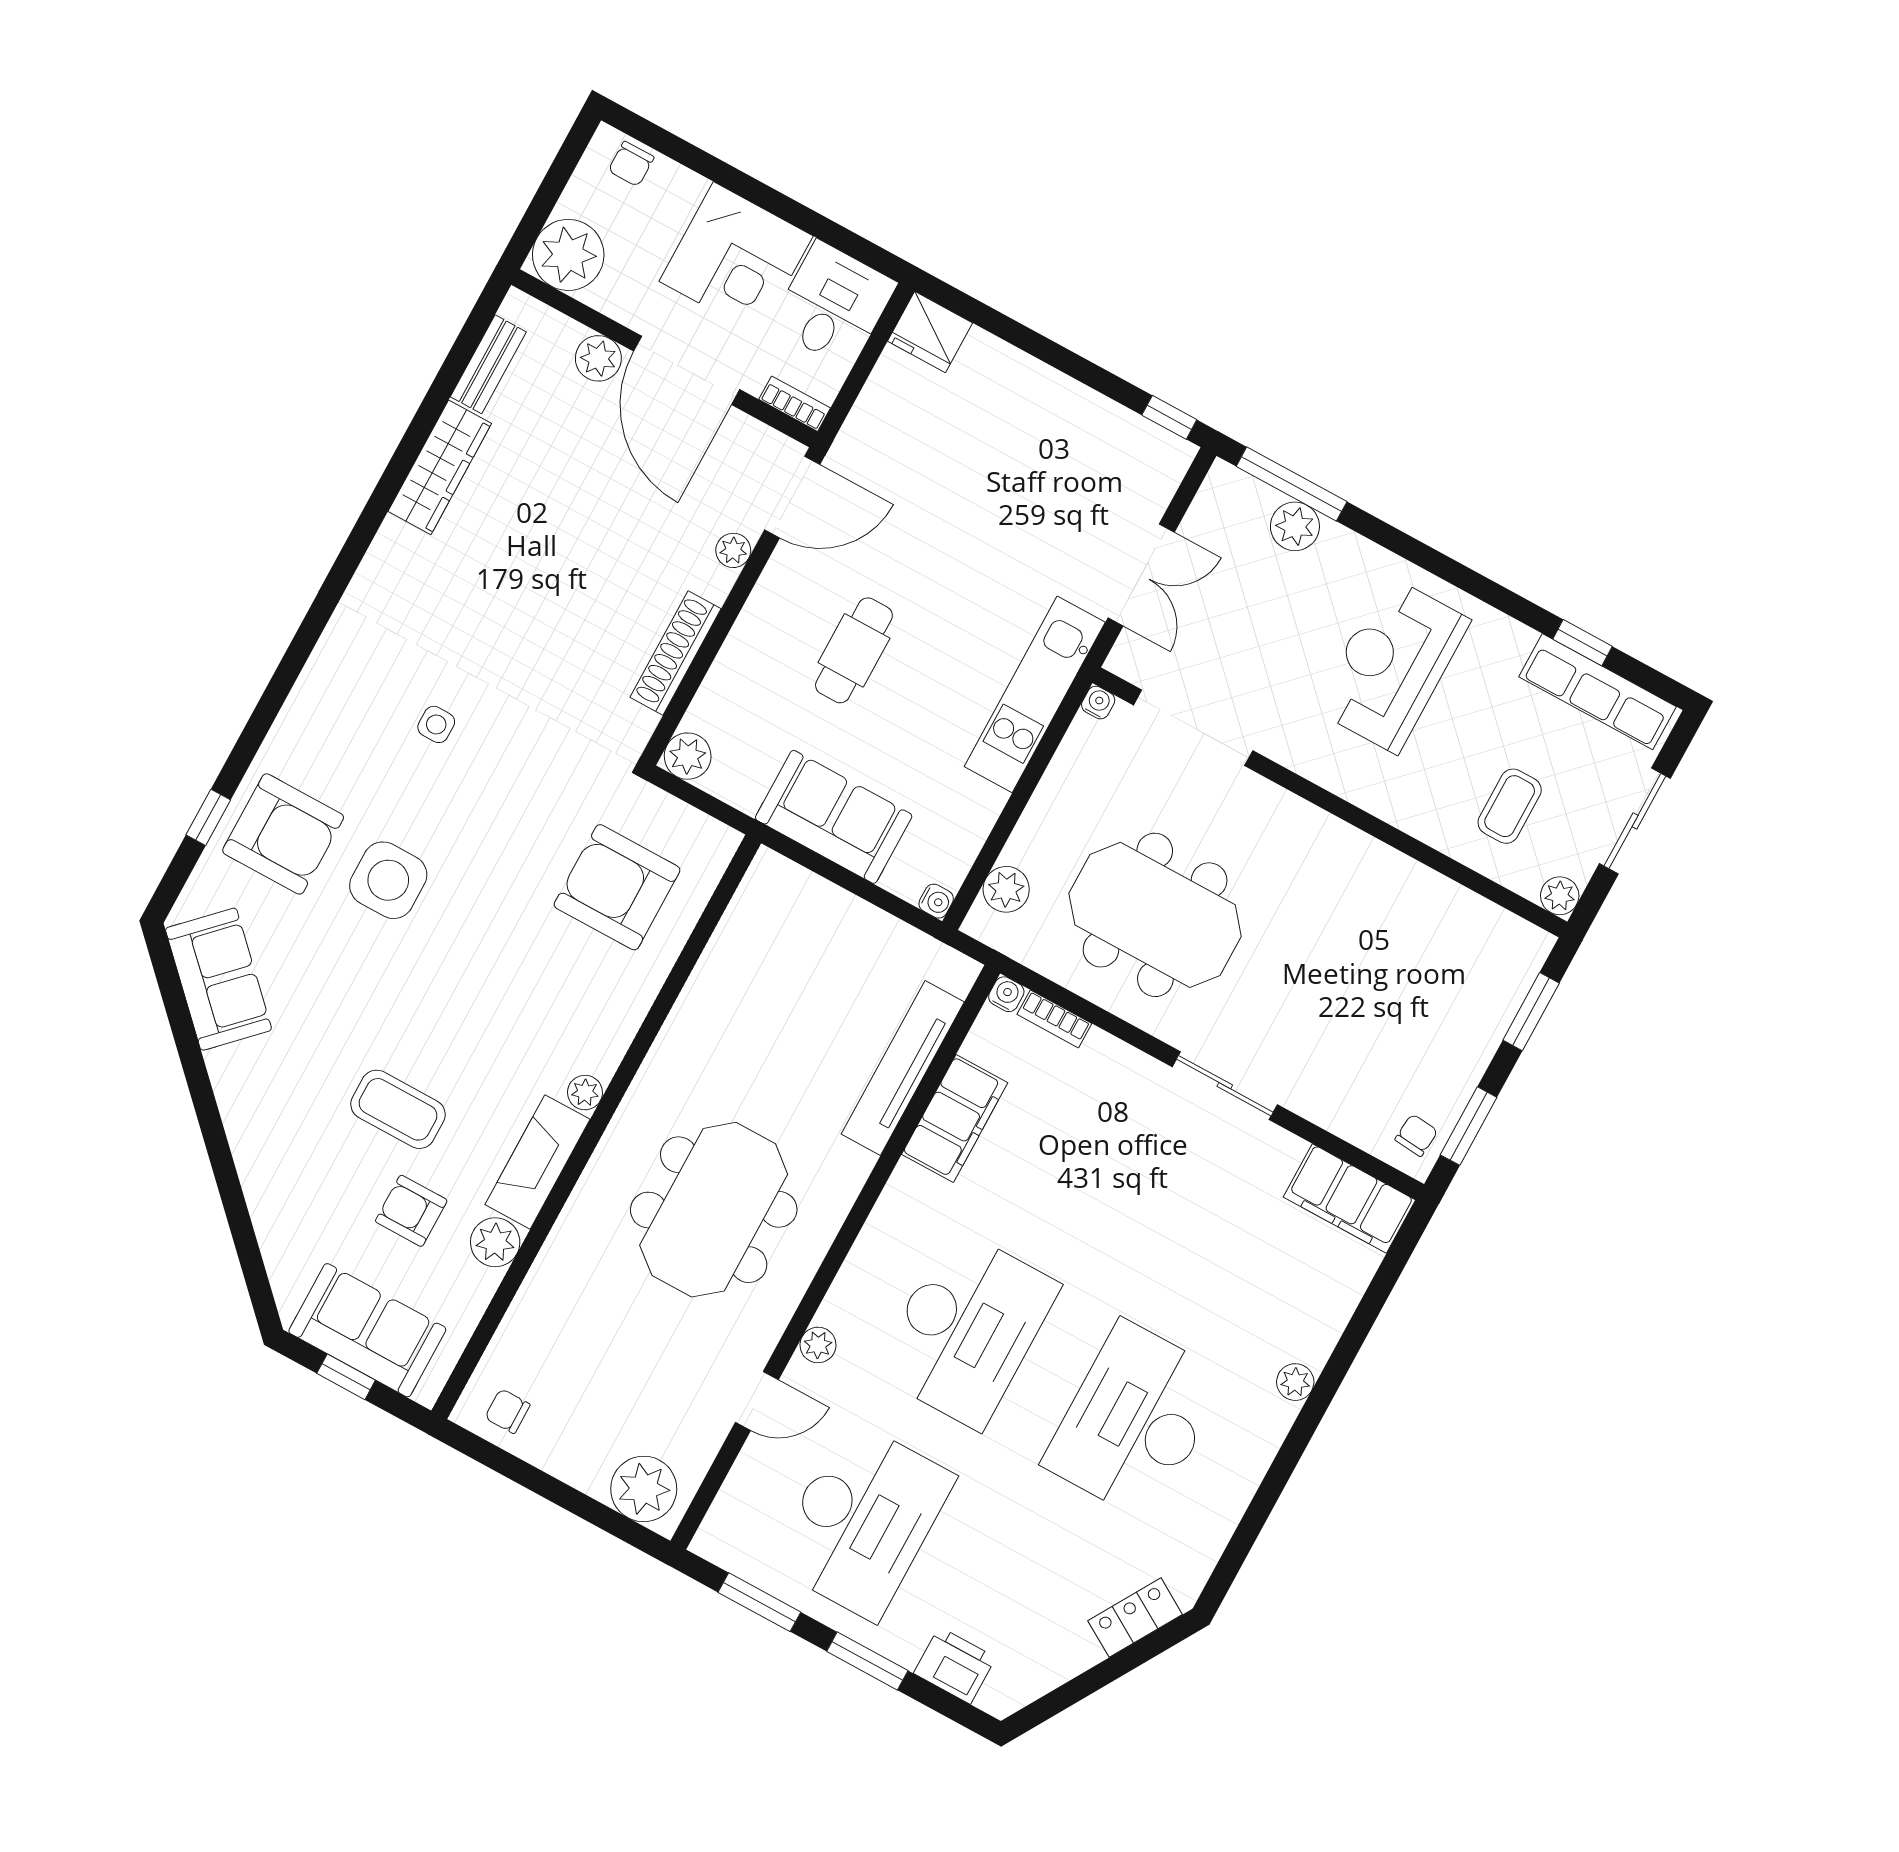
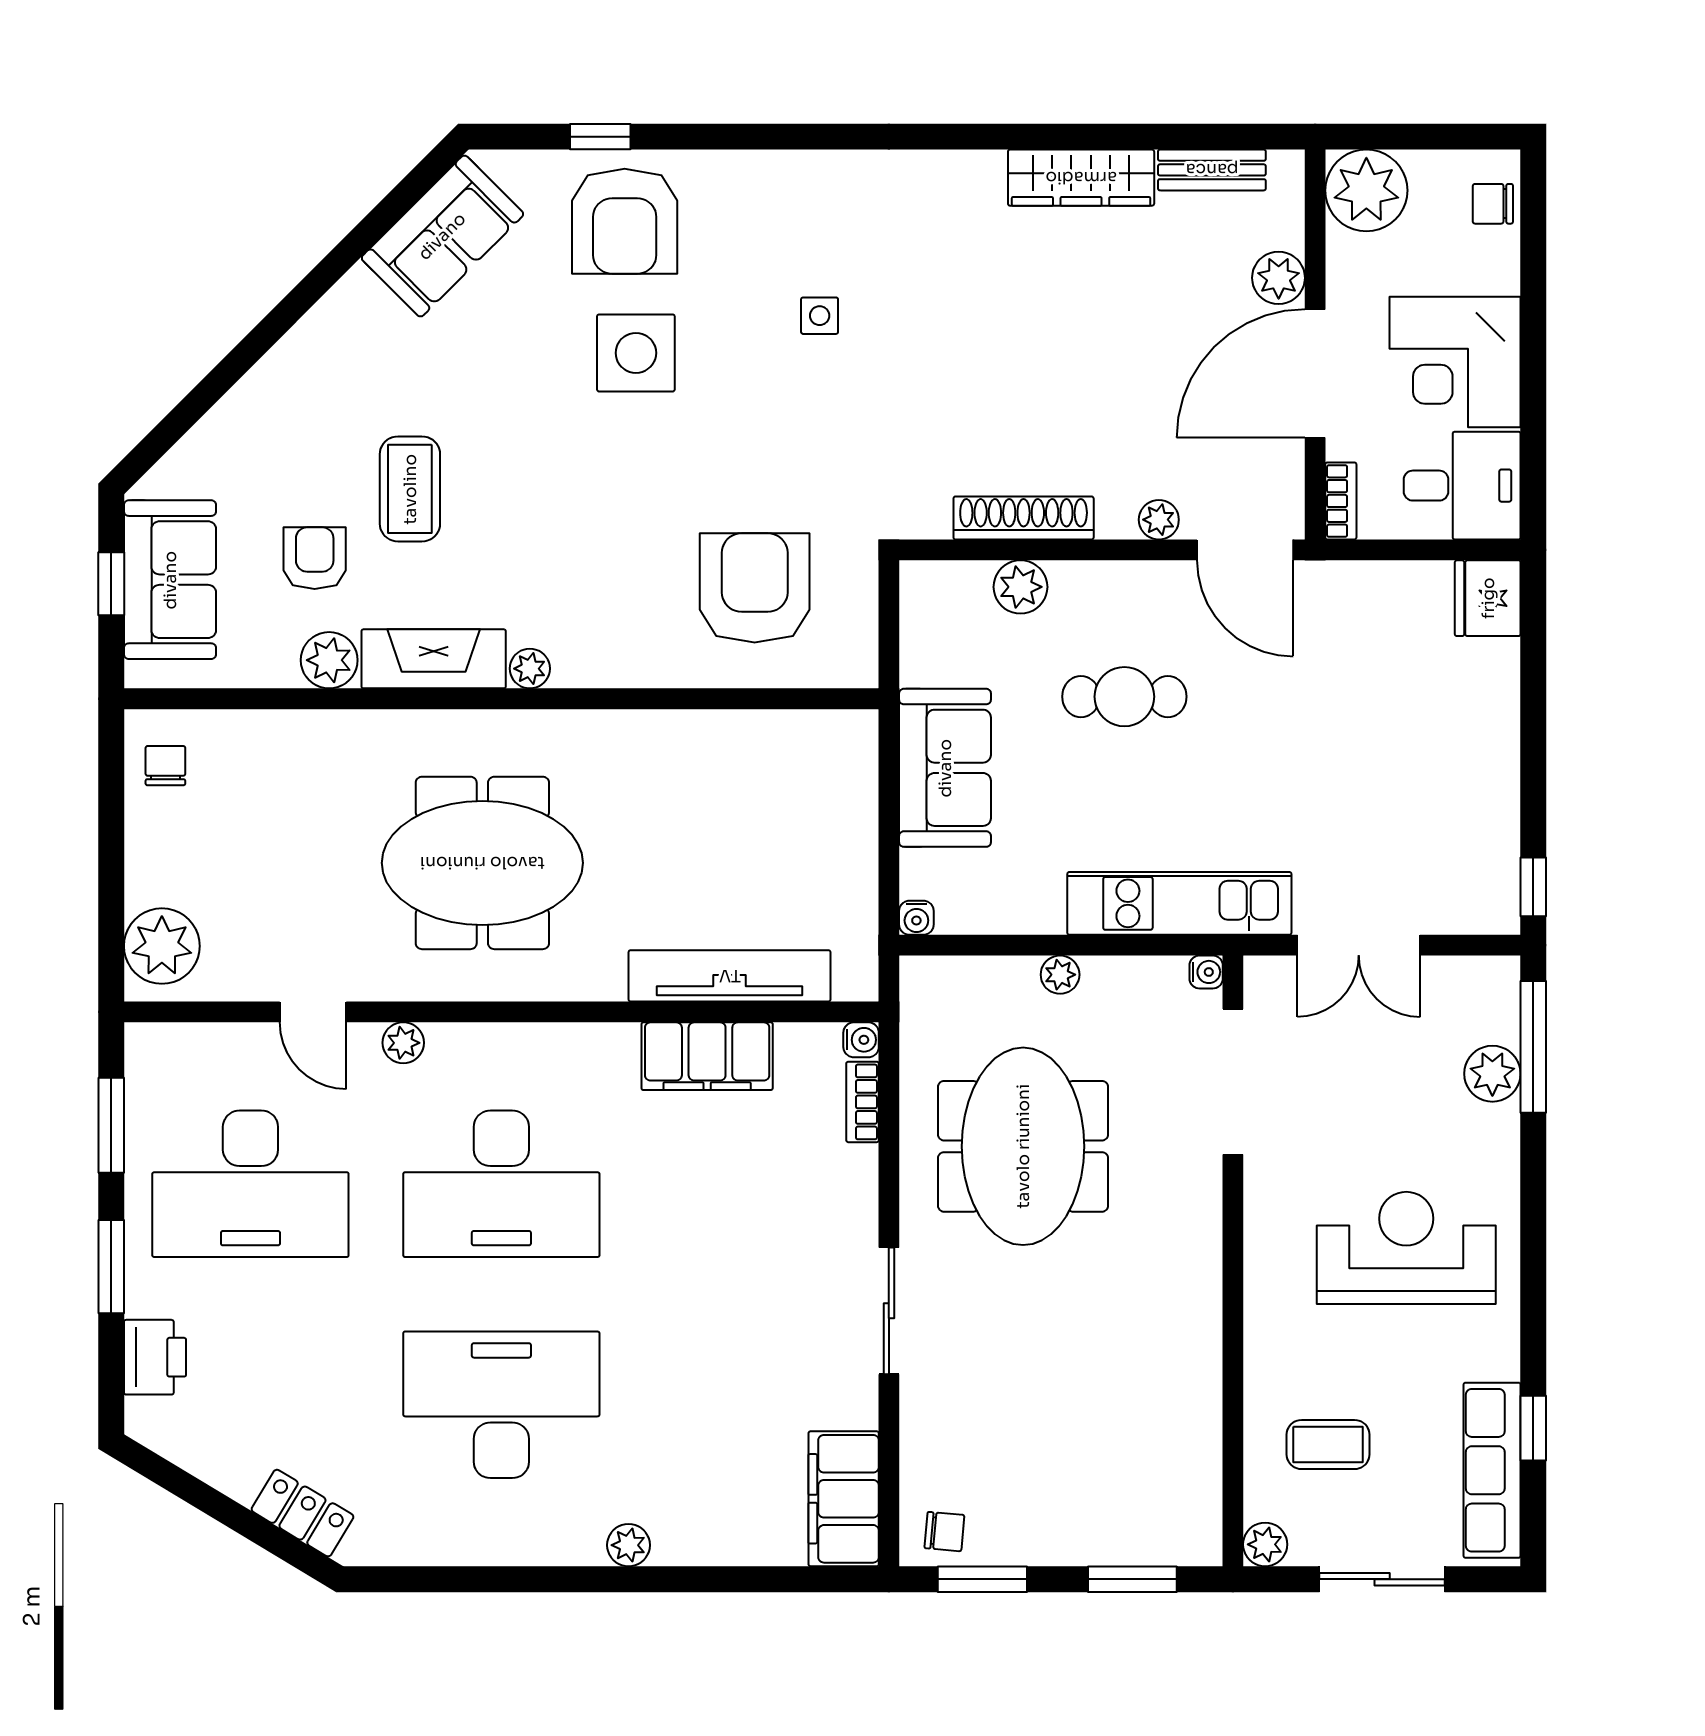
plant: (688, 756) -> (1020, 587), moved
plant: (1006, 889) -> (1060, 975), moved, width x0.73, depth x0.73

